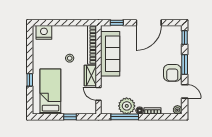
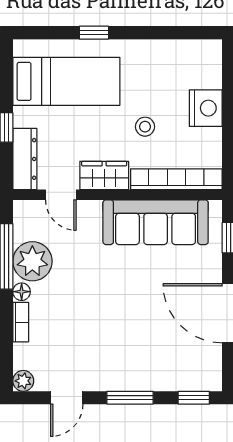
nightstand: (44, 32) -> (206, 108), moved
armchair: (172, 73) -> (110, 369), removed
door: (99, 94) -> (61, 195), swing flipped
dresser: (83, 109) -> (25, 159), added

